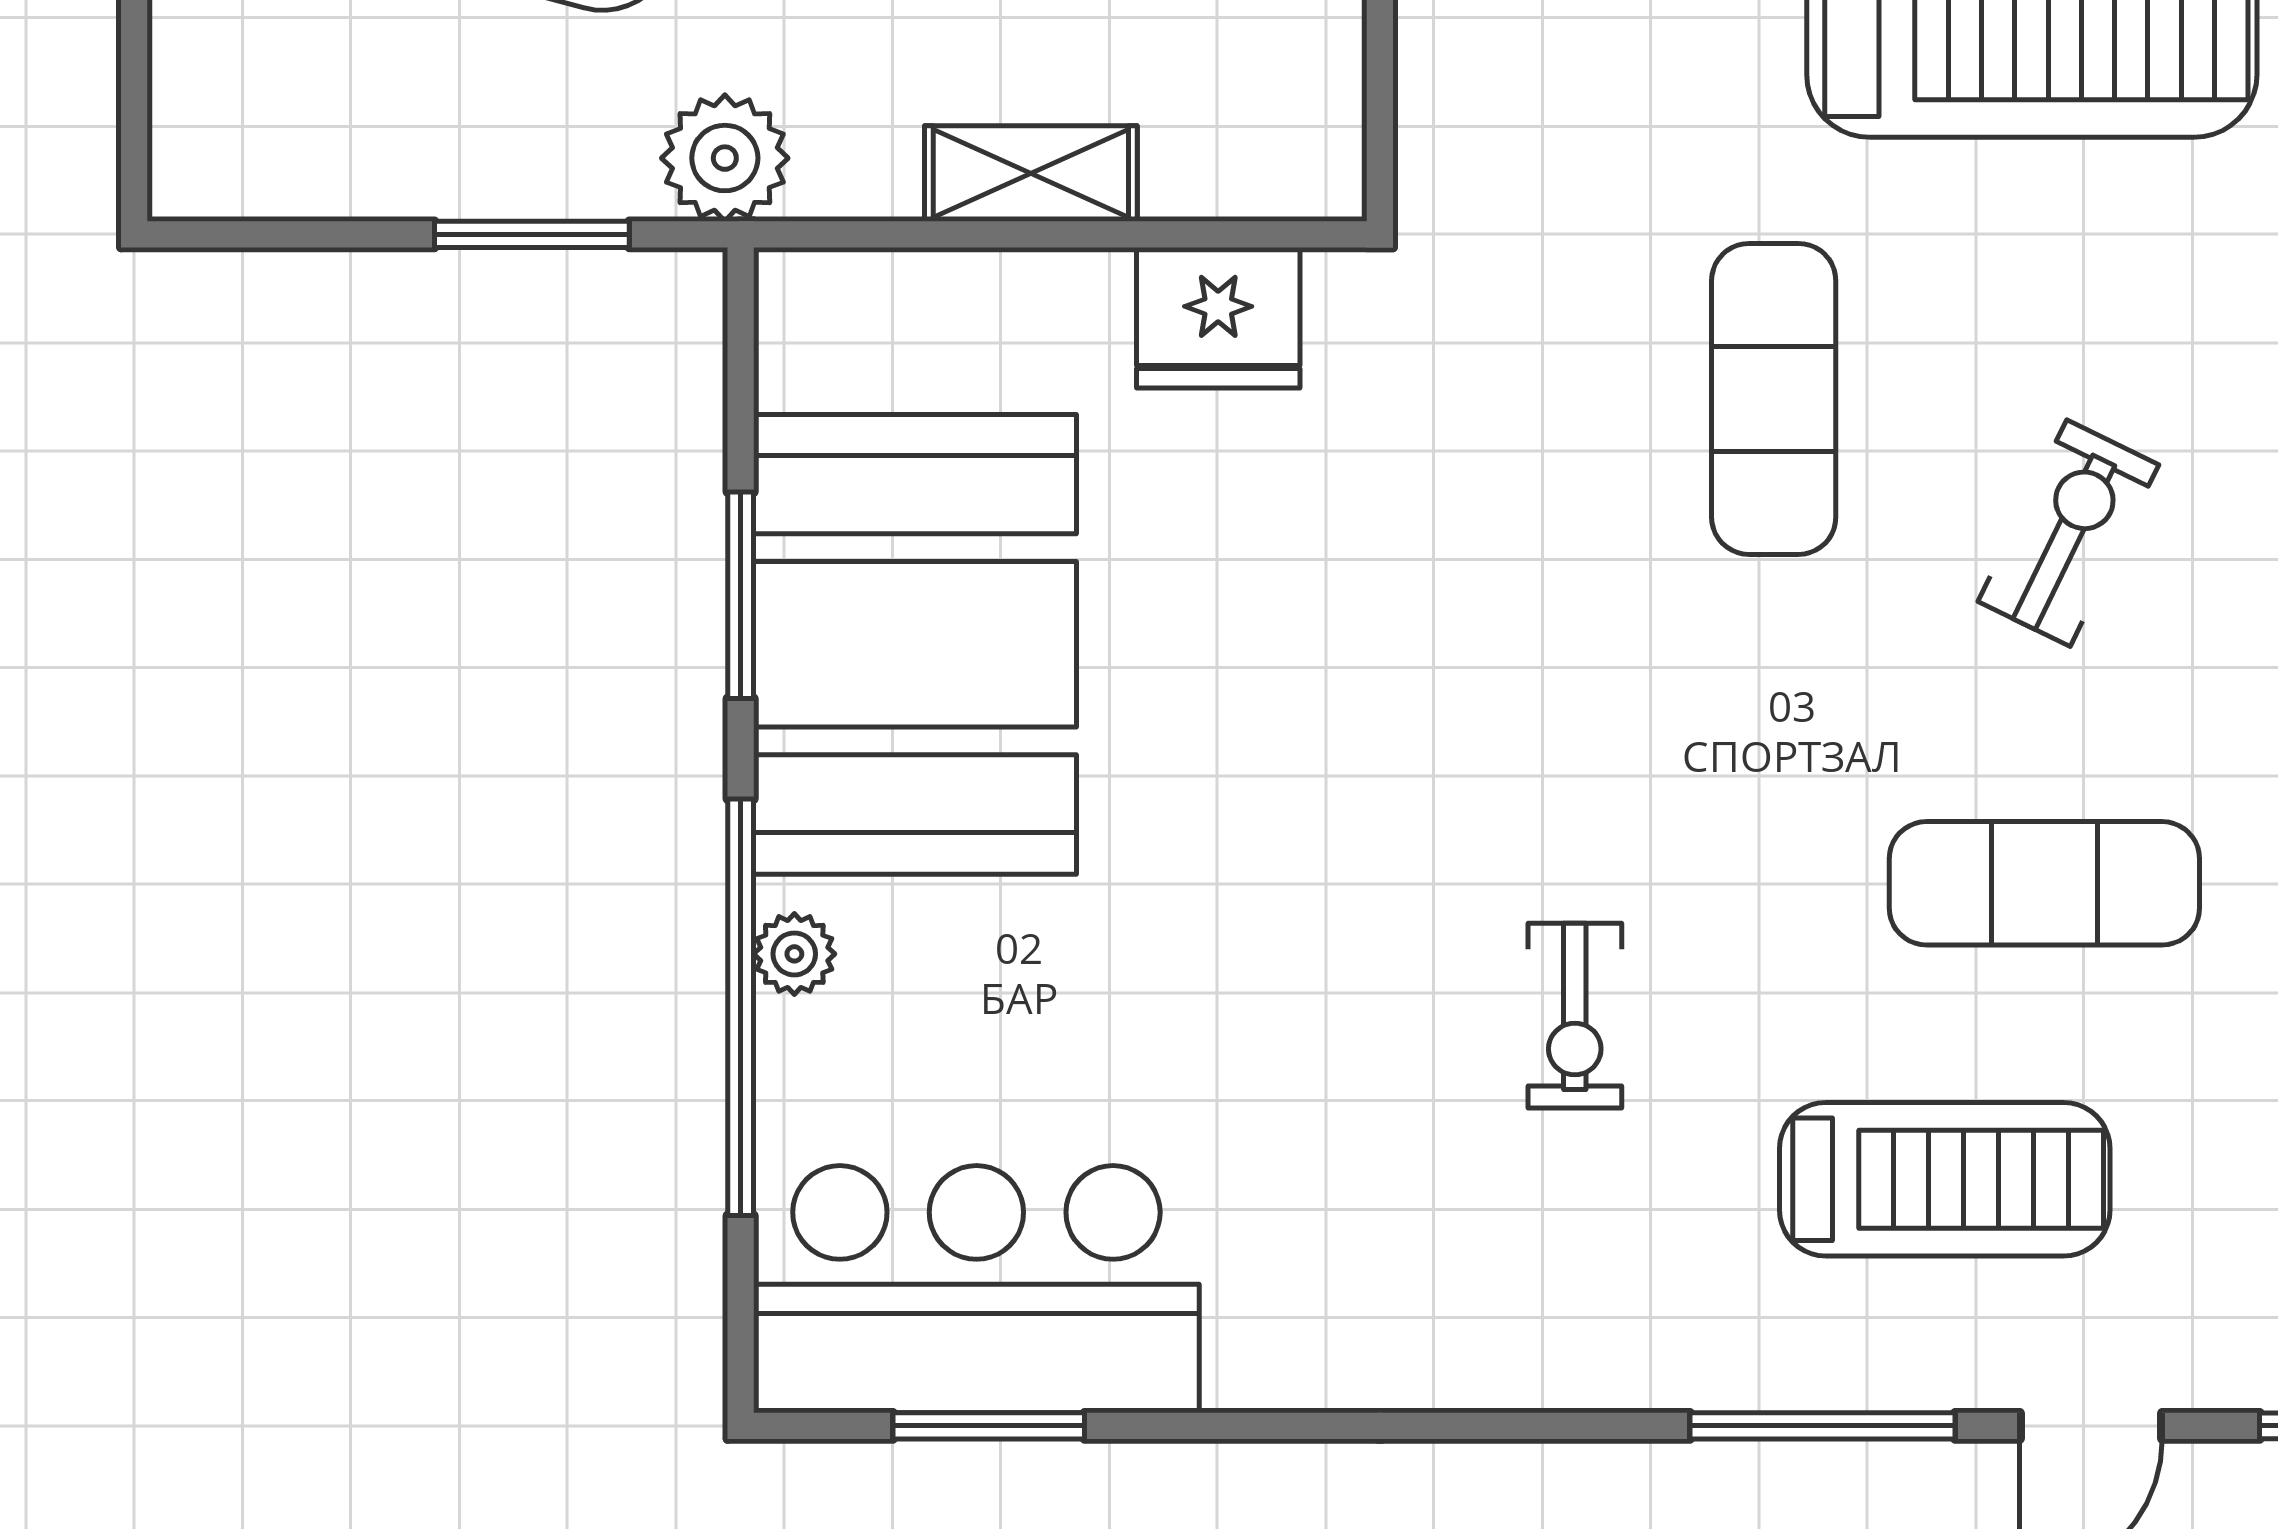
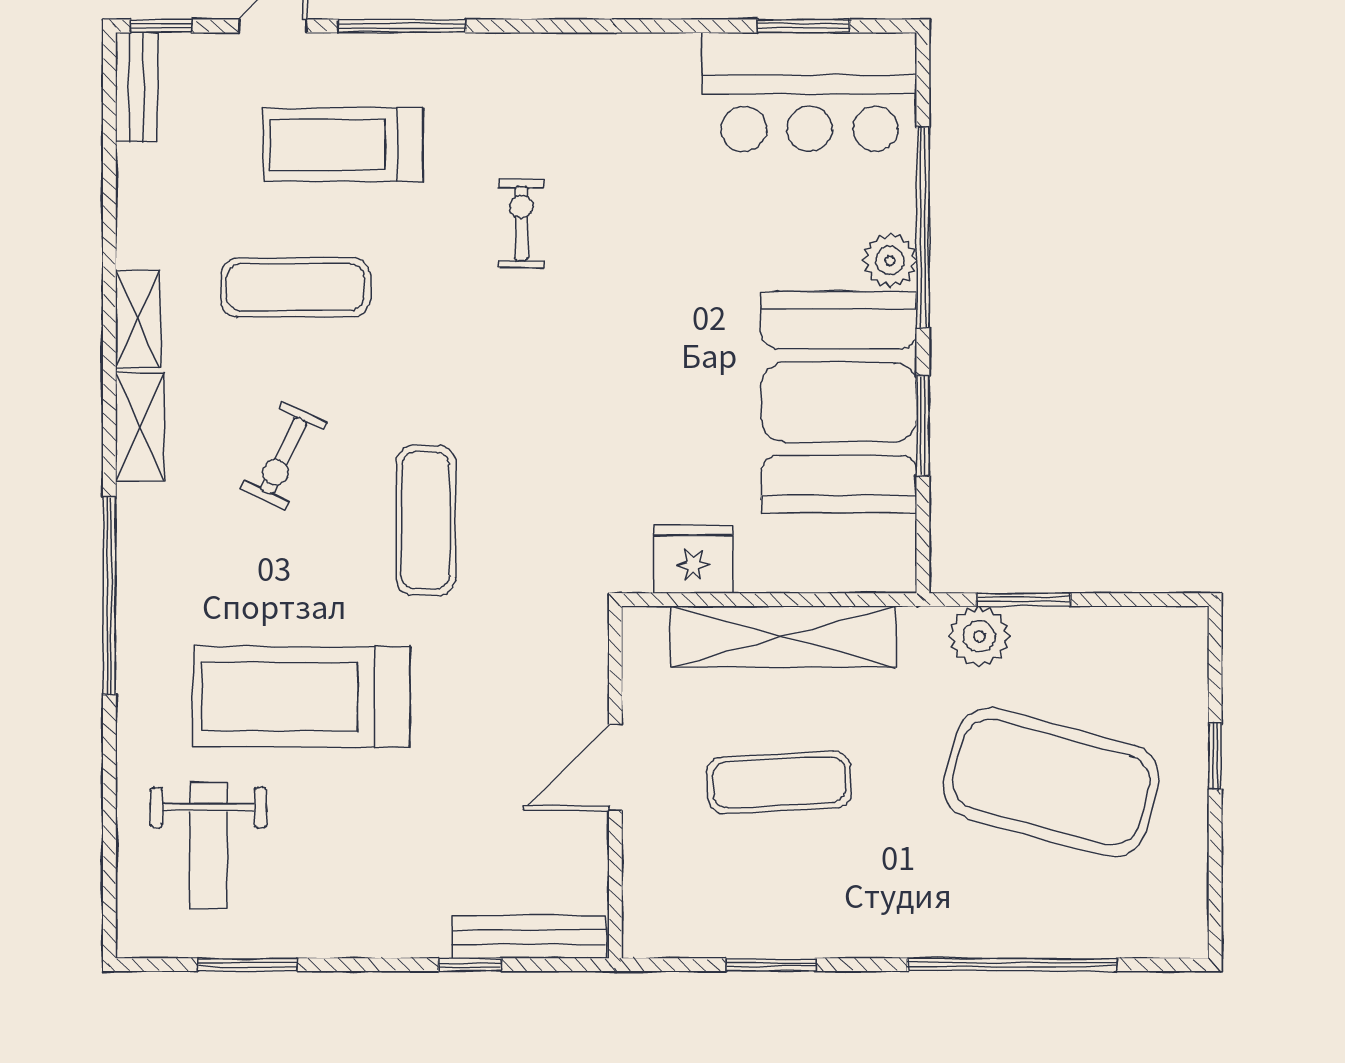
plant: (725, 158) -> (979, 636), moved
shelving: (1031, 174) -> (783, 637), width x2.20, depth x1.33
plant: (794, 954) -> (890, 261), width x1.38, depth x1.38

